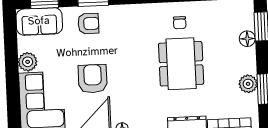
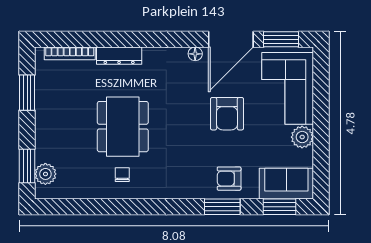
floor lamp: (247, 39) -> (44, 152), removed
plant: (248, 84) -> (45, 174), moved

